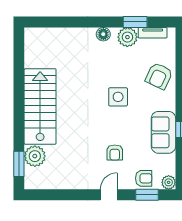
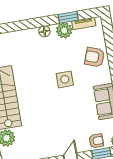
armchair: (159, 76) -> (95, 57), turned 85
armchair: (115, 153) -> (70, 124), removed

